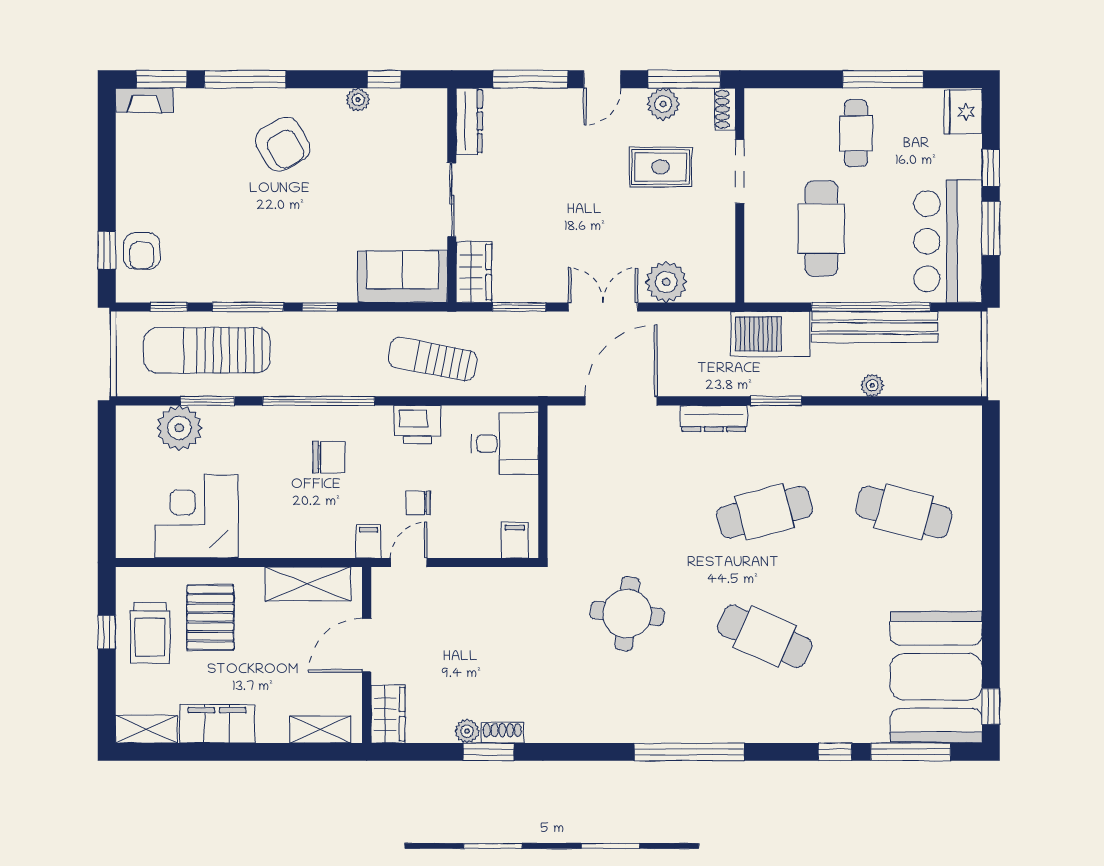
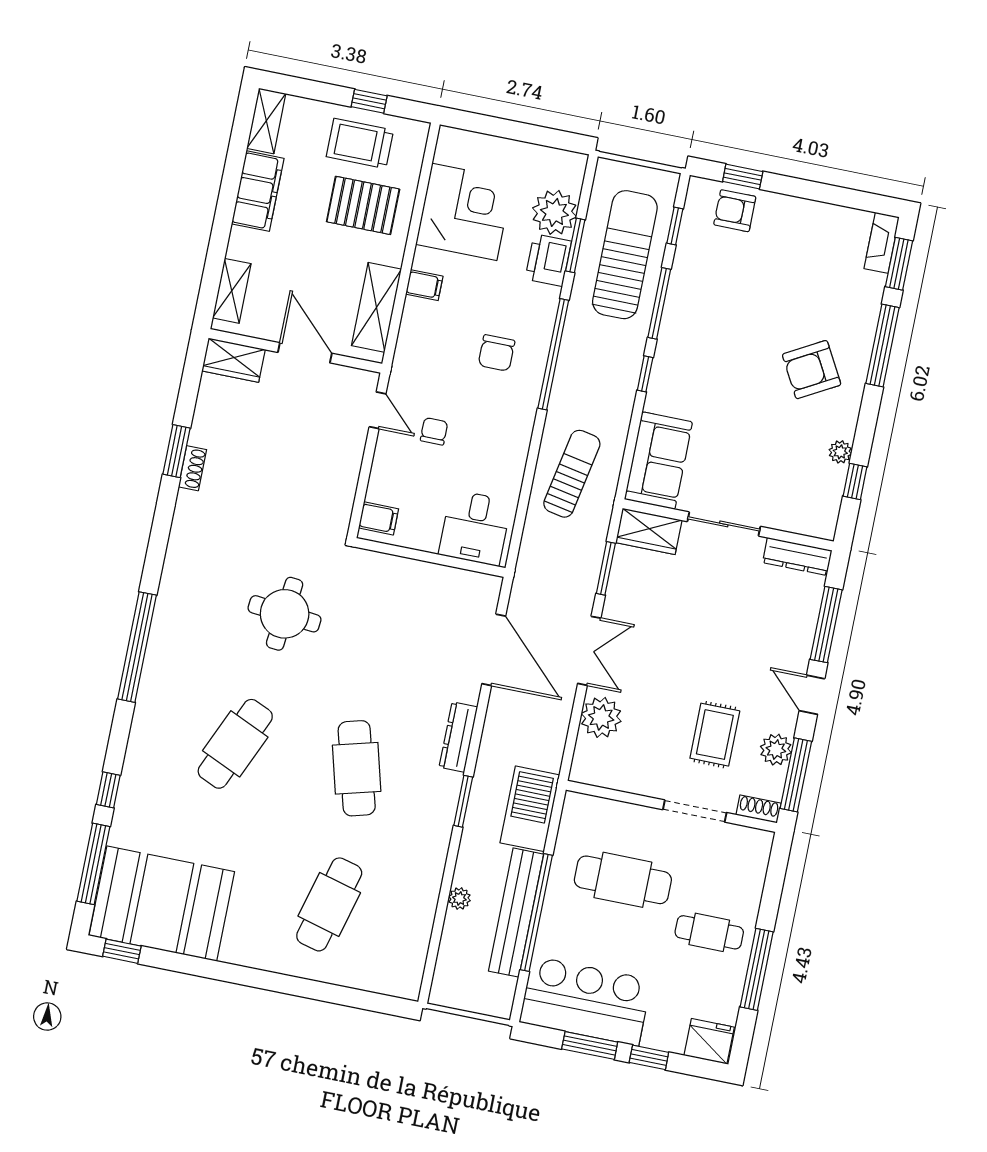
printer: (417, 425) -> (548, 260), moved
filing cabinet: (368, 541) -> (424, 285), moved
plant: (467, 731) -> (201, 434), removed

